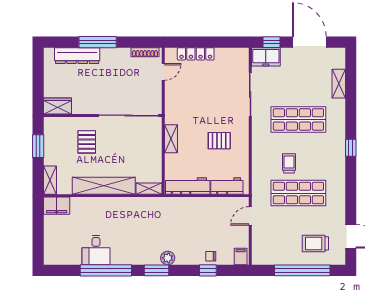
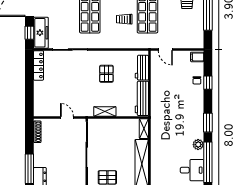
locker: (196, 54) -> (39, 65), moved
freezer: (266, 57) -> (41, 33), width x1.40
door: (163, 72) -> (67, 118), moved
plant: (168, 258) -> (198, 145), moved

